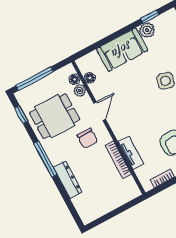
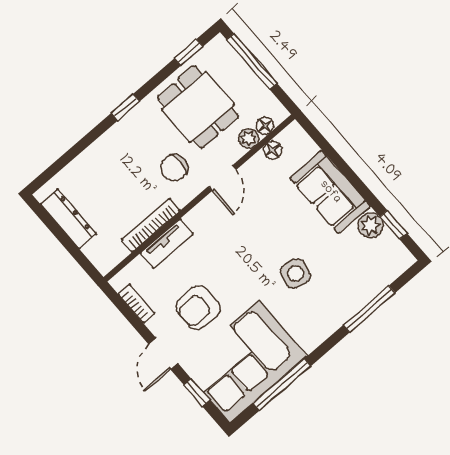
door: (100, 111) -> (222, 178), hinge flipped
window: (45, 159) -> (125, 107), width x0.46
dresser: (68, 180) -> (68, 219), moved, turned -90

